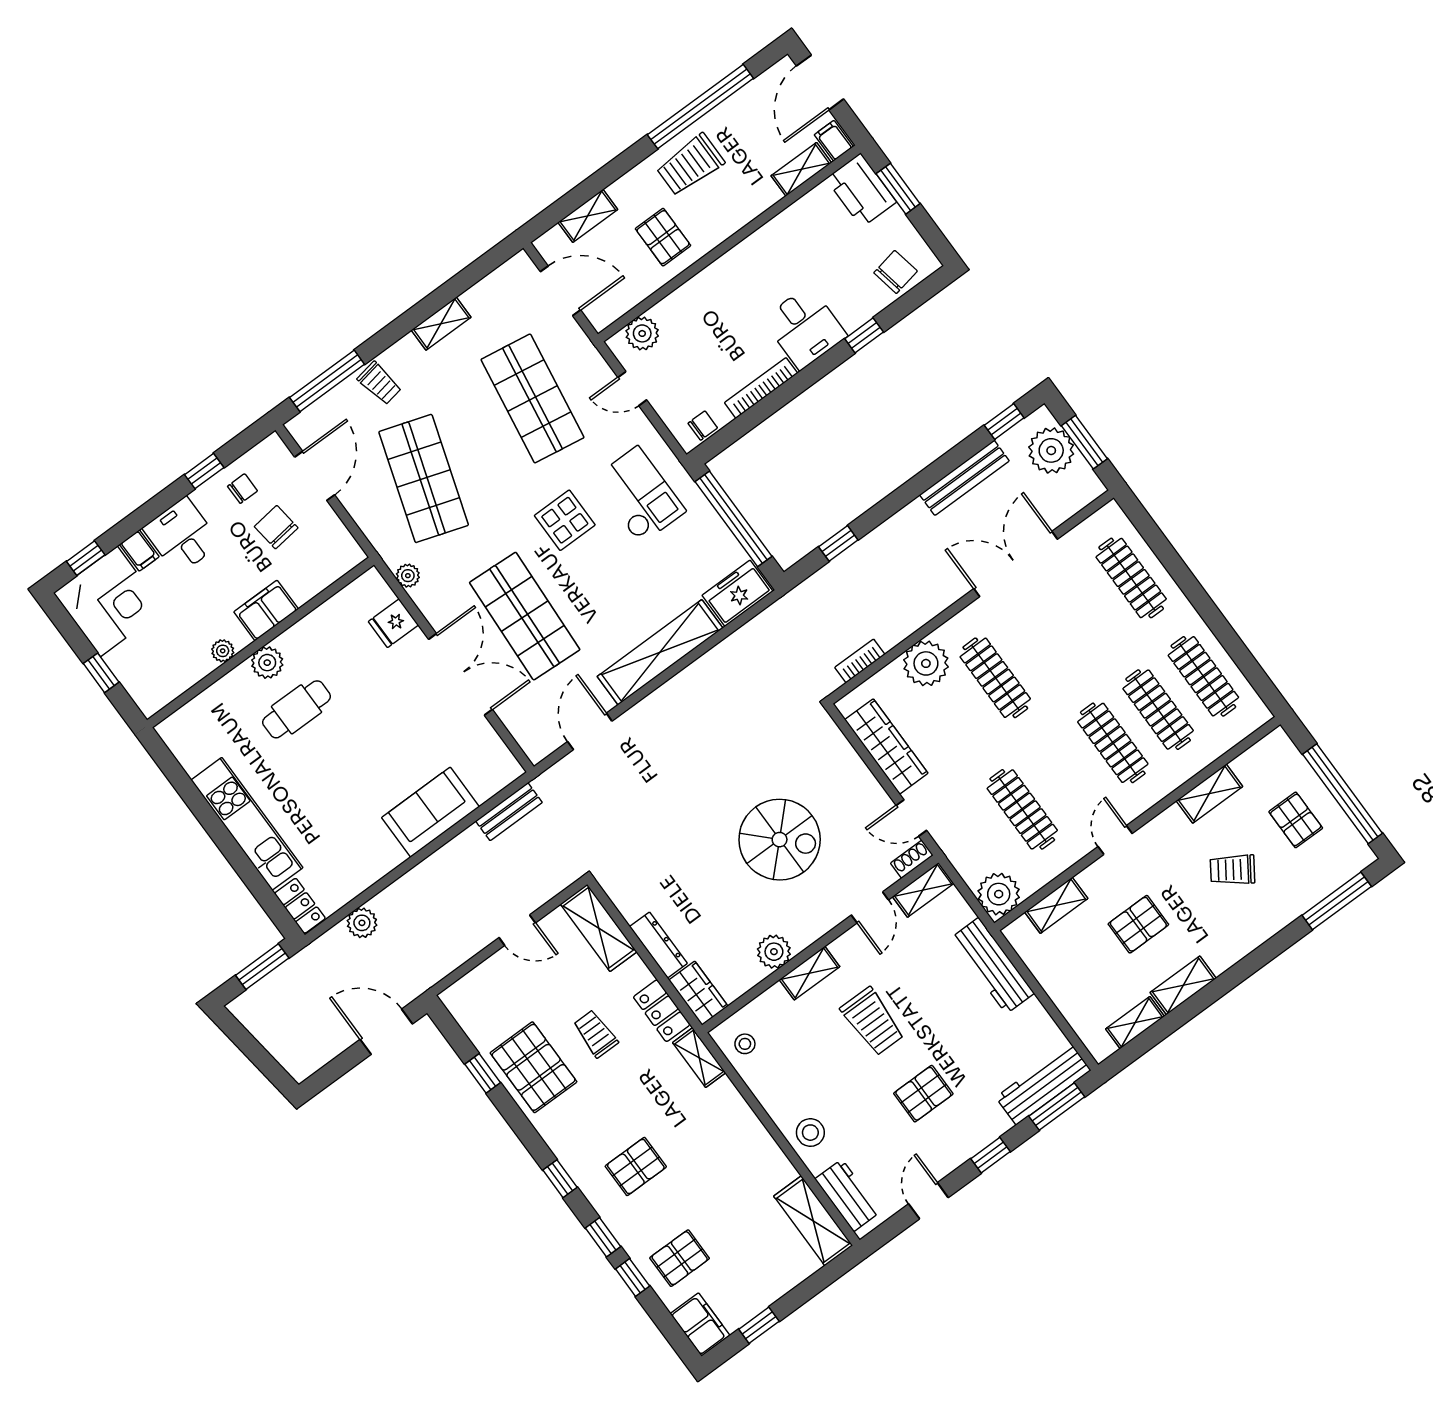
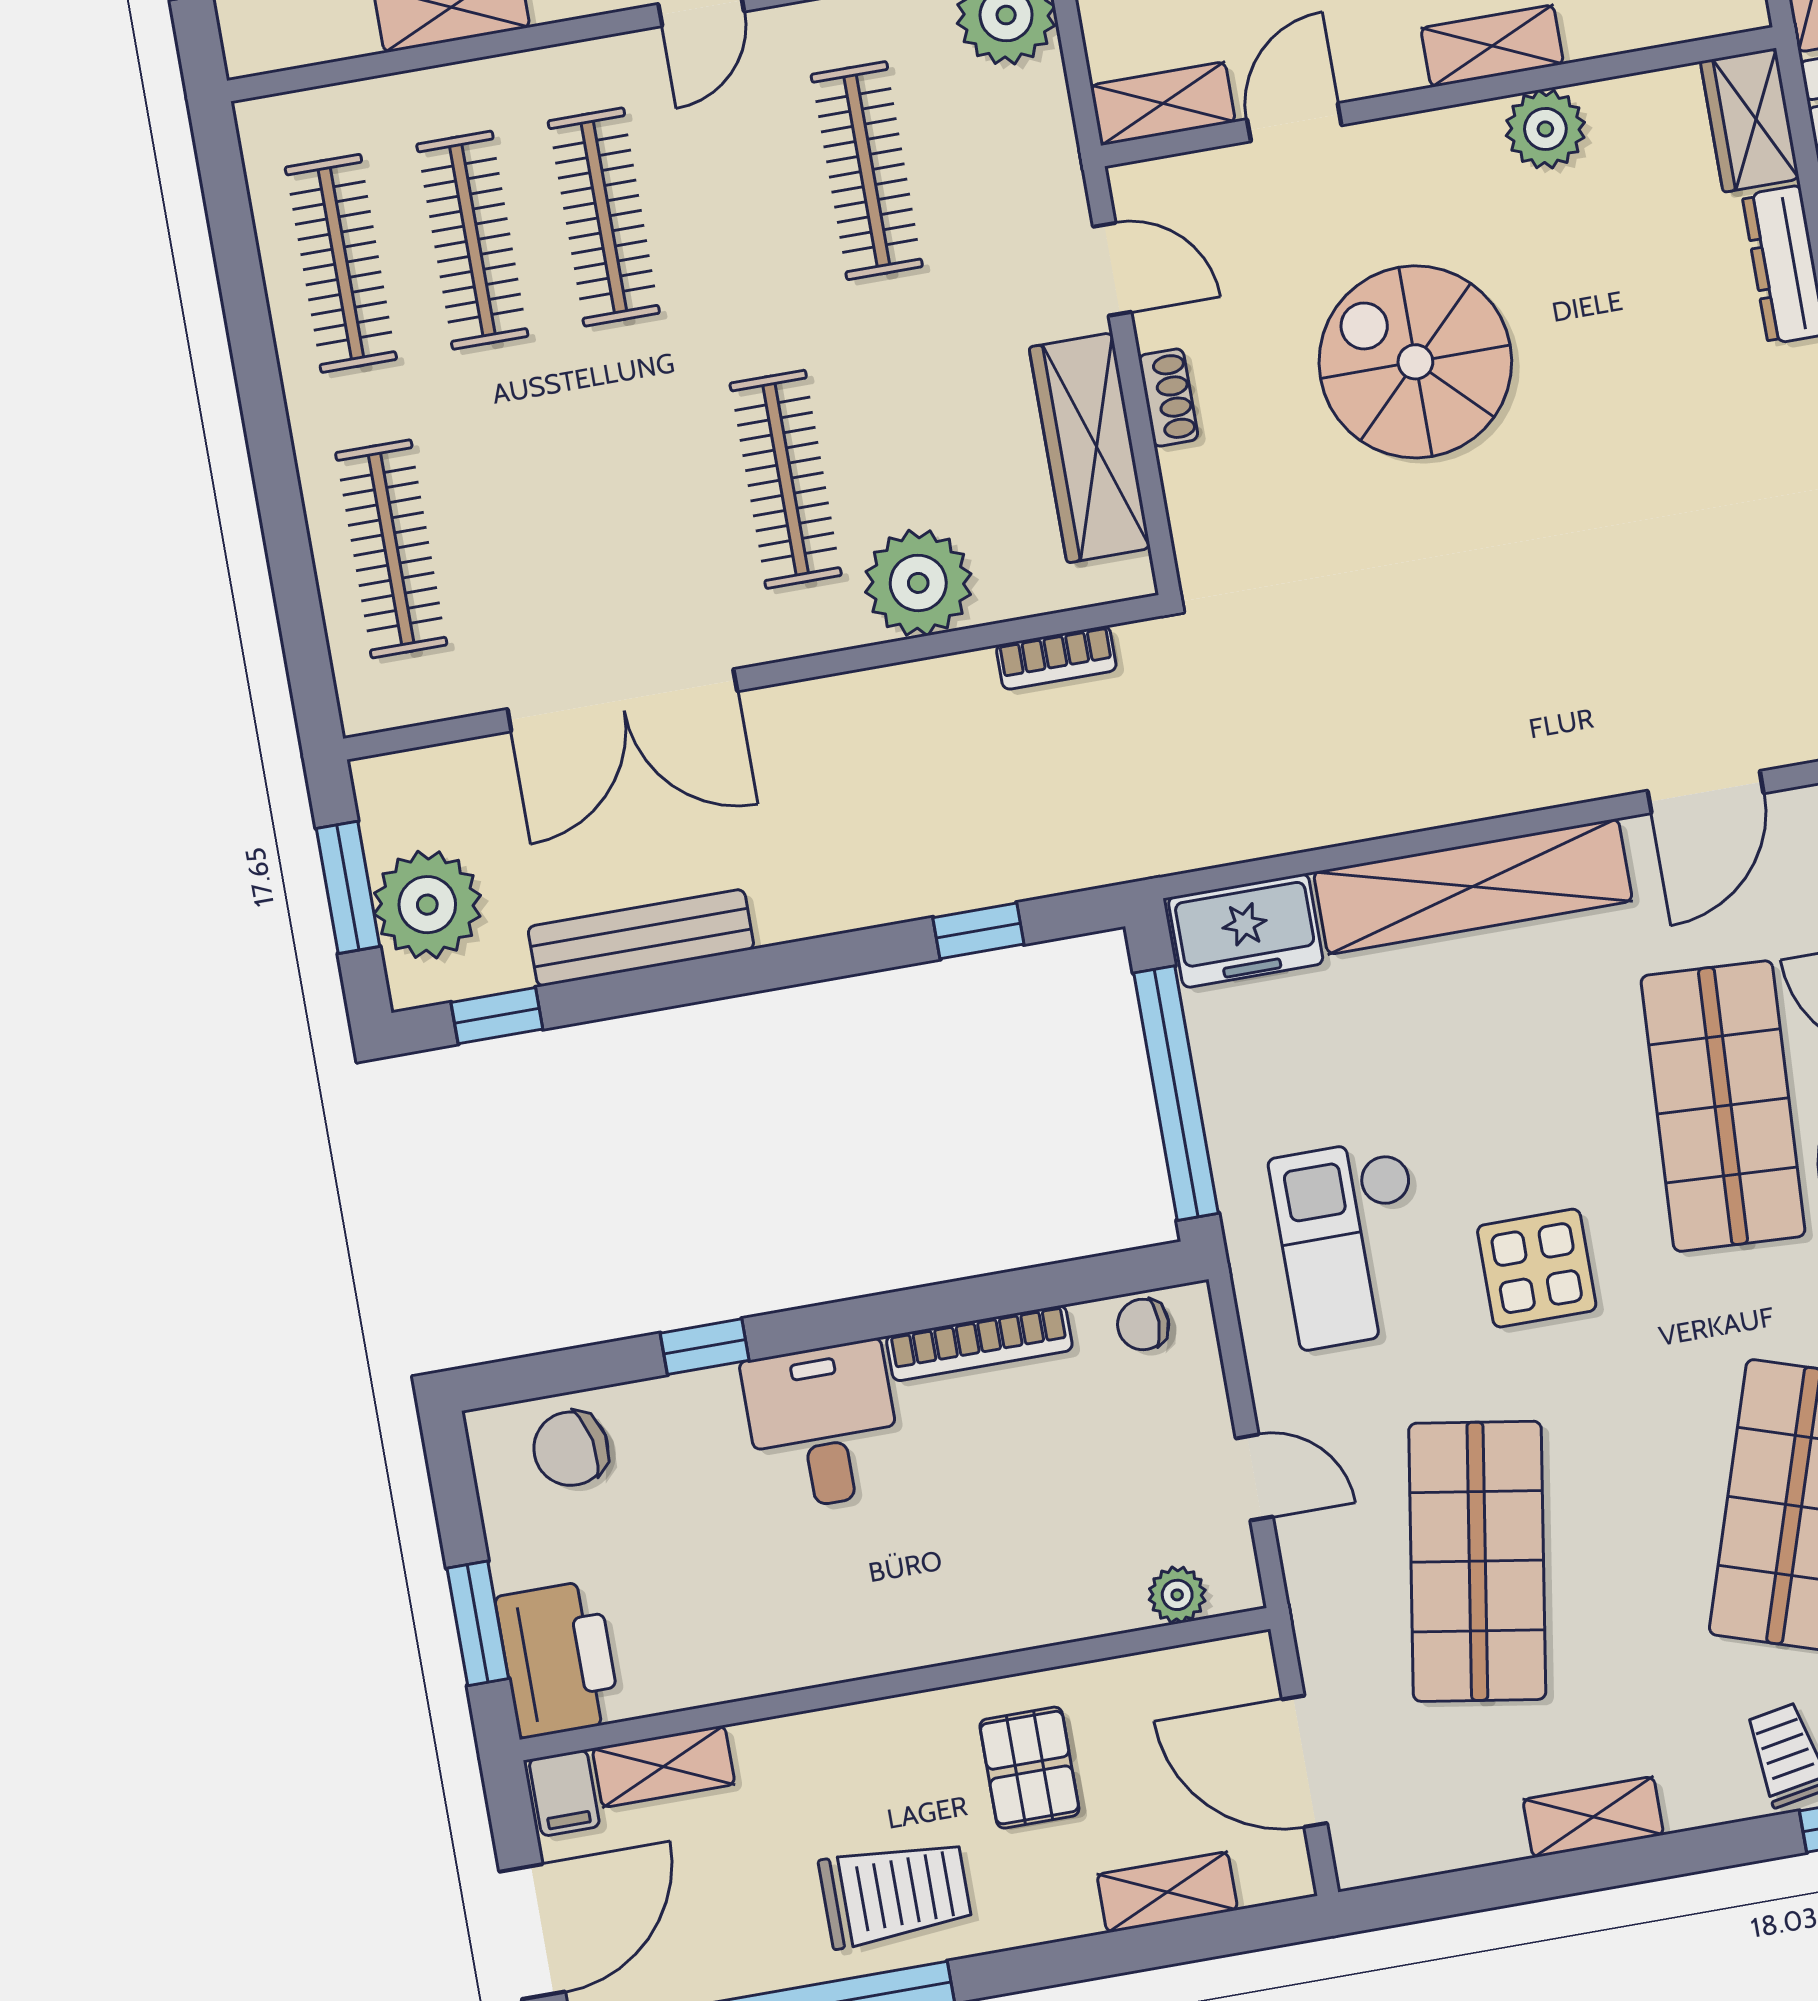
plant: (642, 333) -> (1177, 1595), width x0.73, depth x0.73
shoe rack: (912, 859) -> (1168, 398), moved, turned -90

